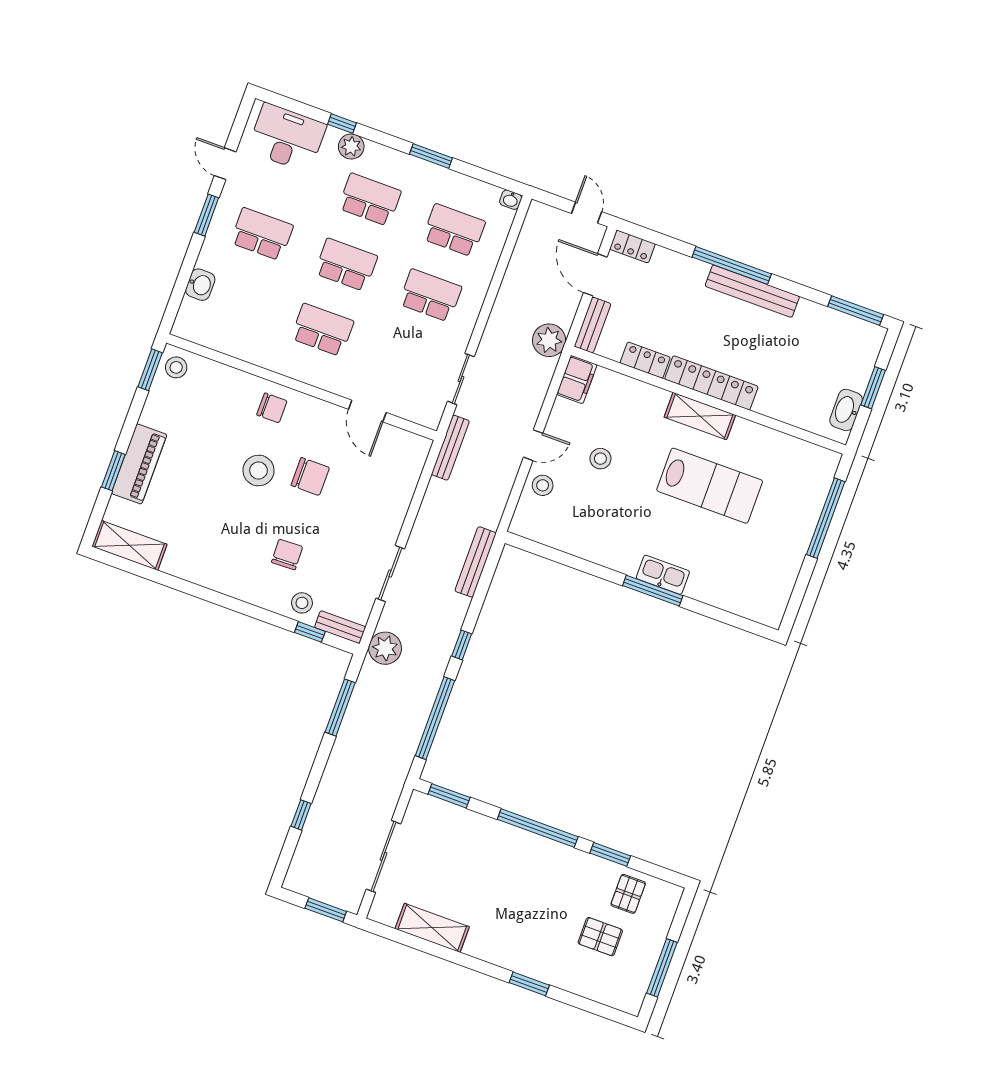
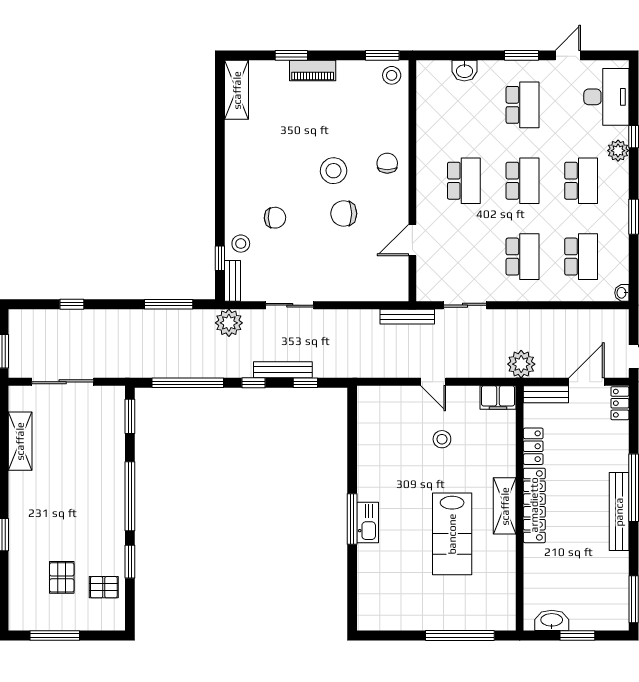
chair: (272, 408) -> (387, 163), turned 180
piano: (139, 464) -> (313, 70), width x0.73, depth x0.75
chair: (310, 476) -> (344, 214), turned 90
stool: (543, 485) -> (404, 401), removed
bench: (476, 562) -> (283, 370), moved
window: (483, 587) -> (305, 383), added

